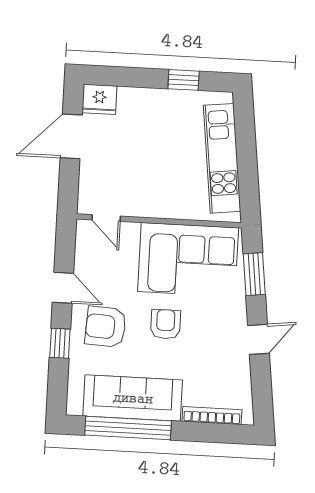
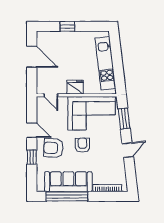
window: (184, 80) -> (67, 26), moved
fridge: (99, 99) -> (75, 87), moved, turned 180
door: (71, 136) -> (32, 57), swing flipped

